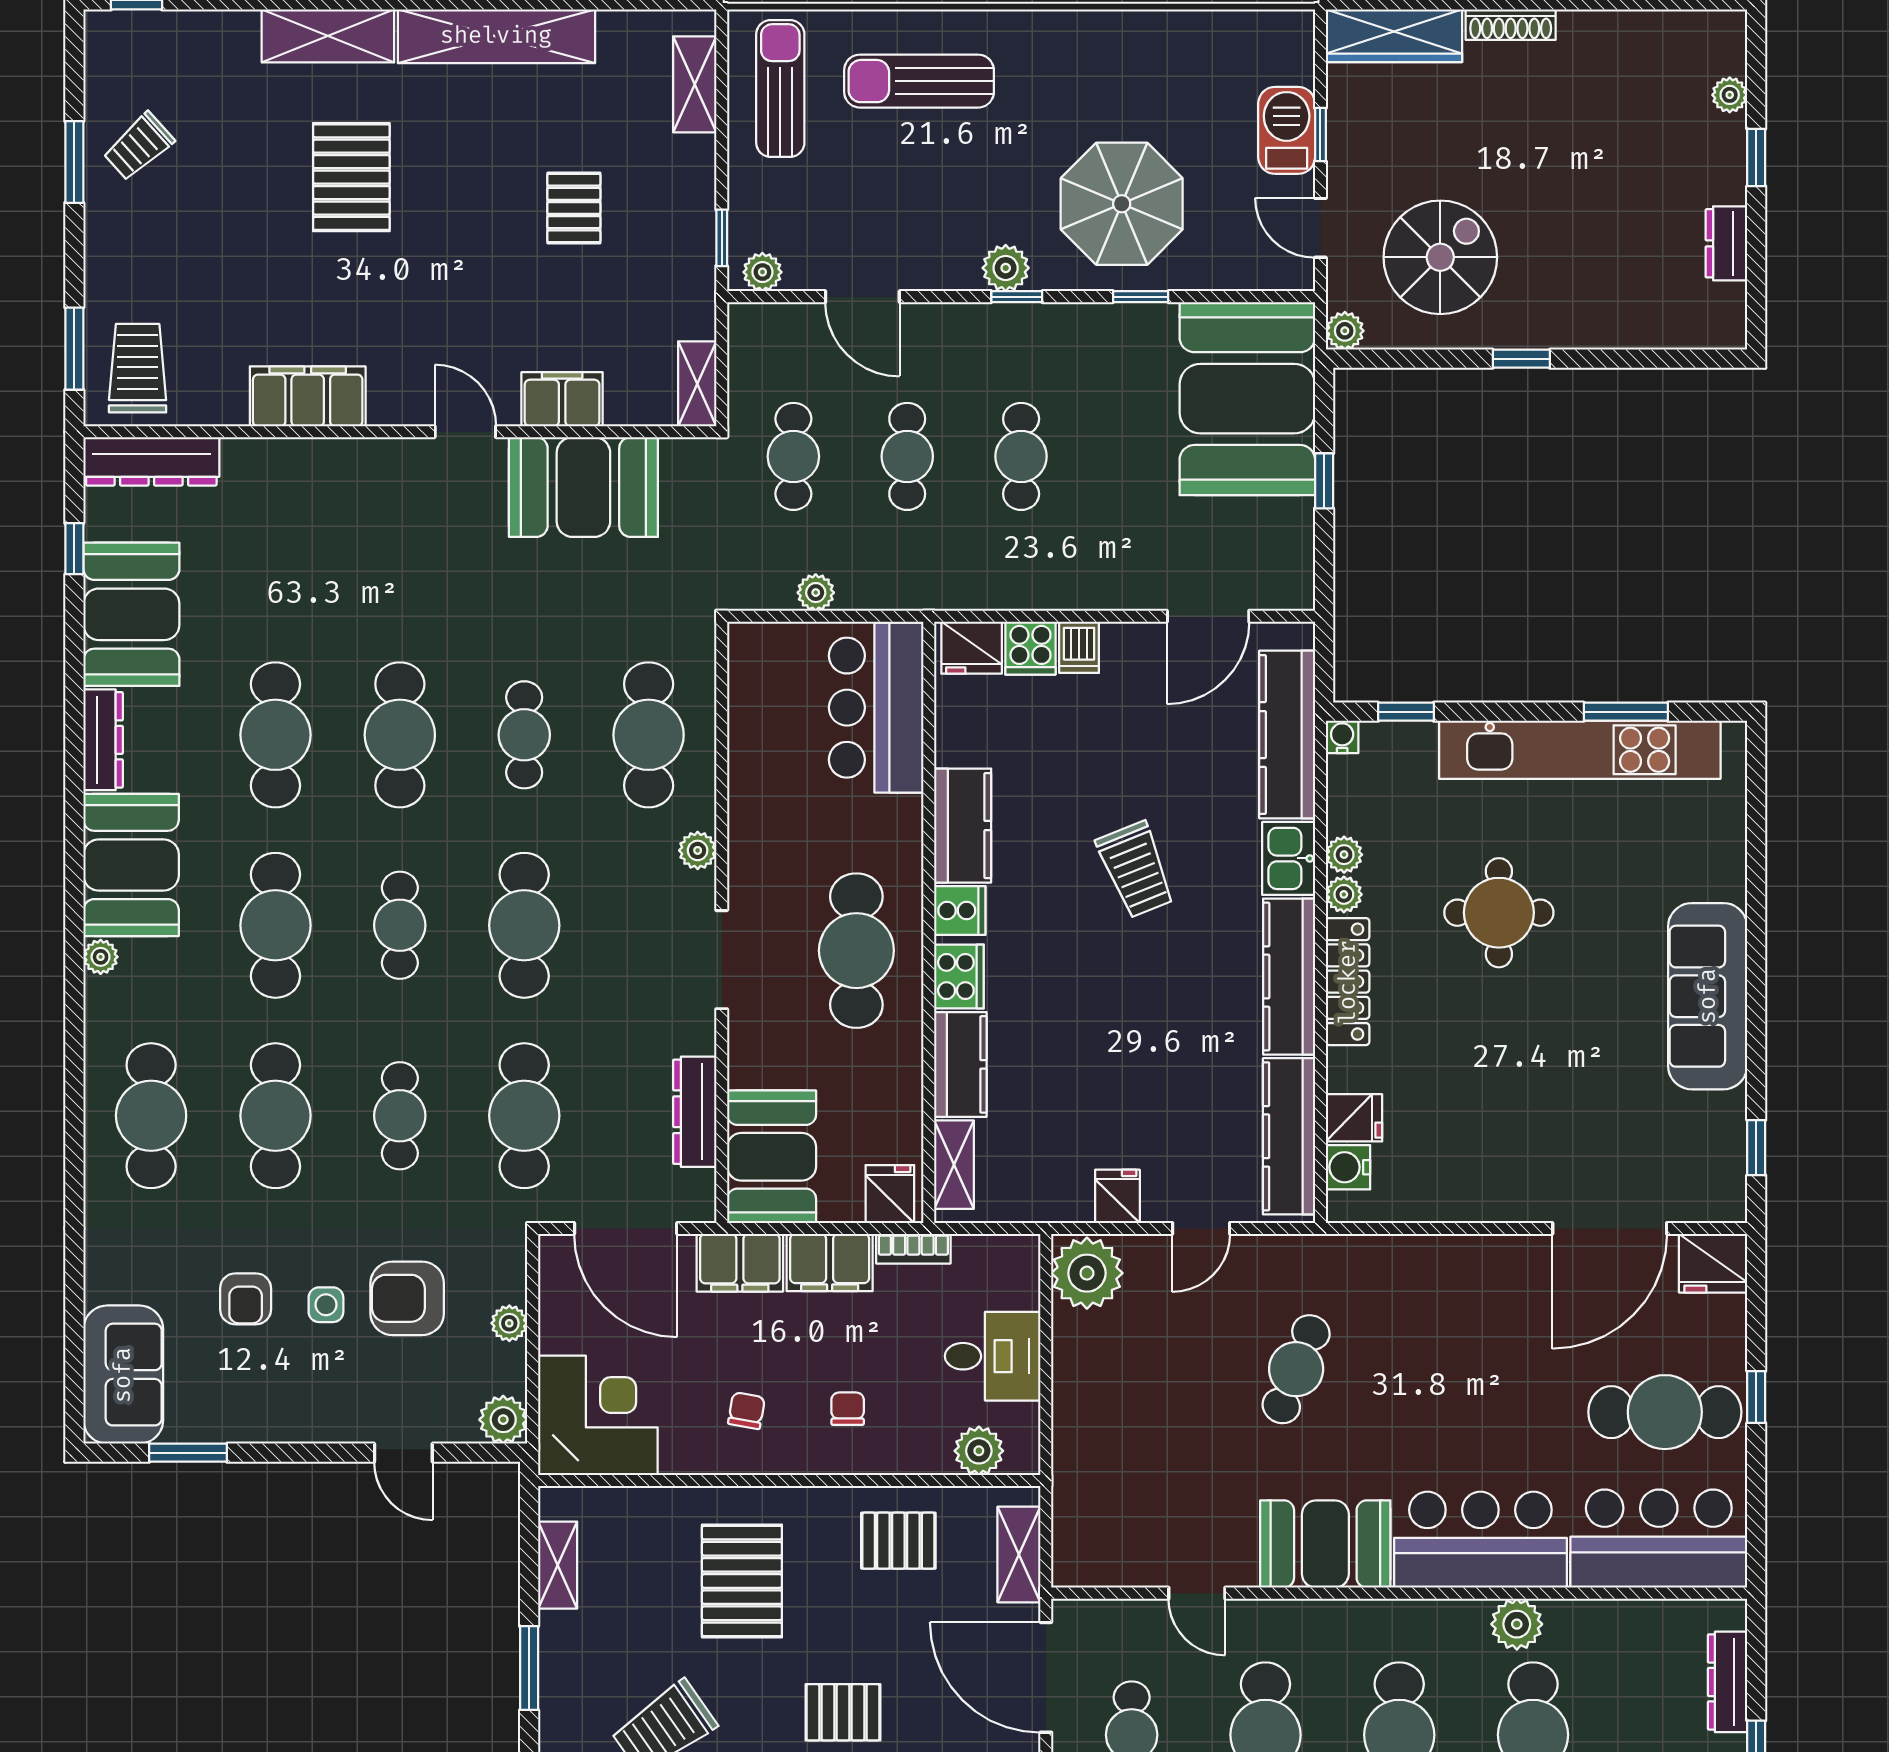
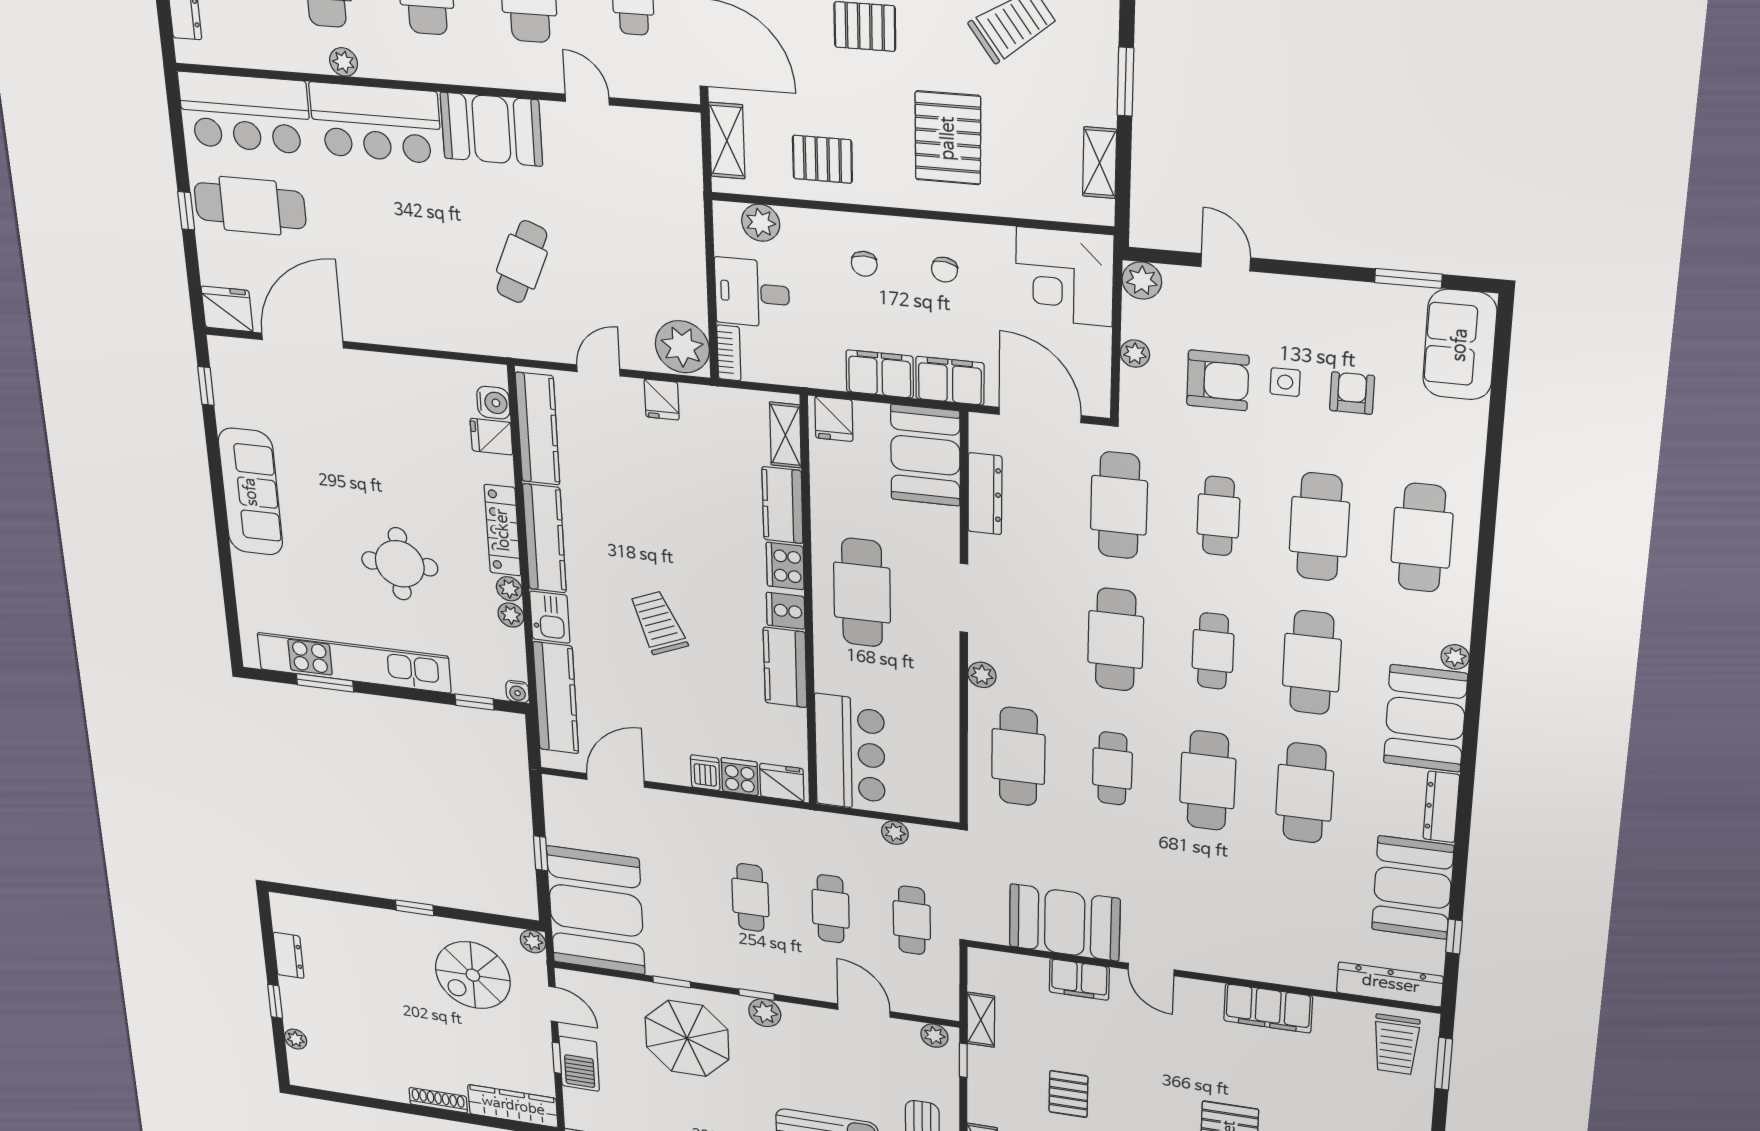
shelving: (697, 384) -> (981, 1020), moved
bookcase: (913, 1249) -> (729, 353), moved, turned 90
plant: (1517, 1624) -> (344, 62), width x0.73, depth x0.73

